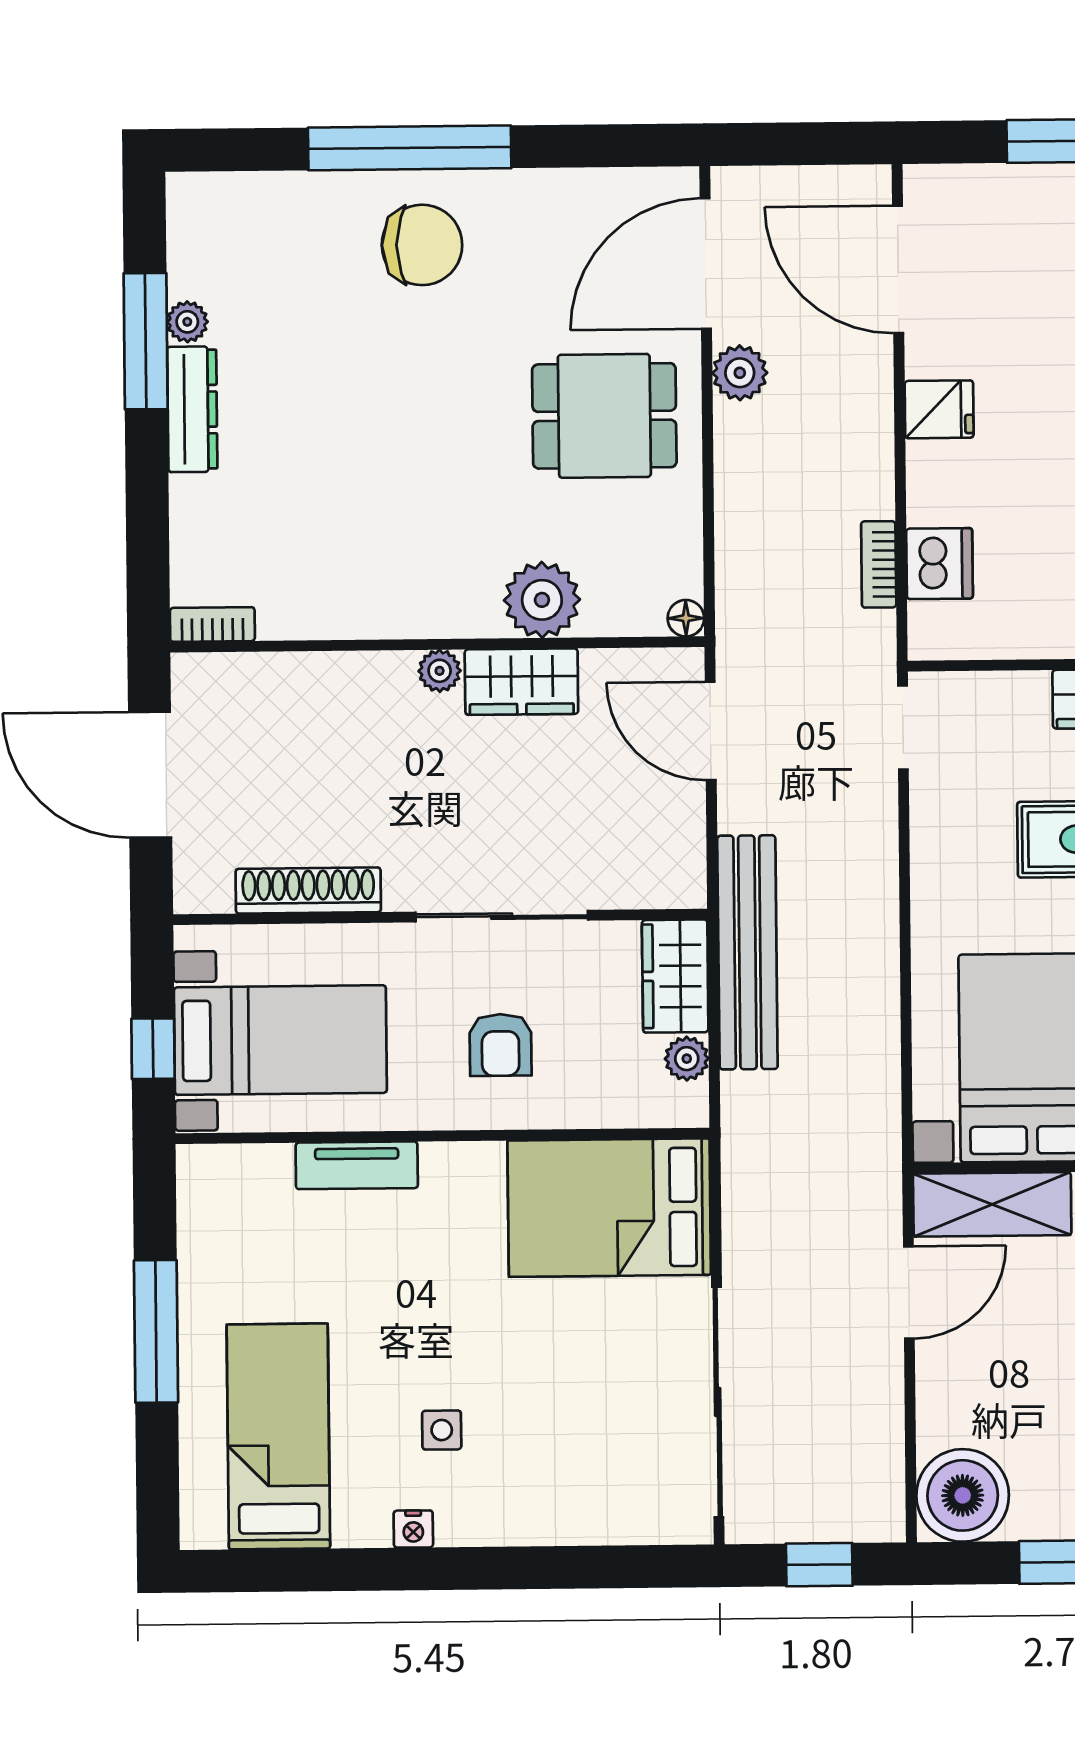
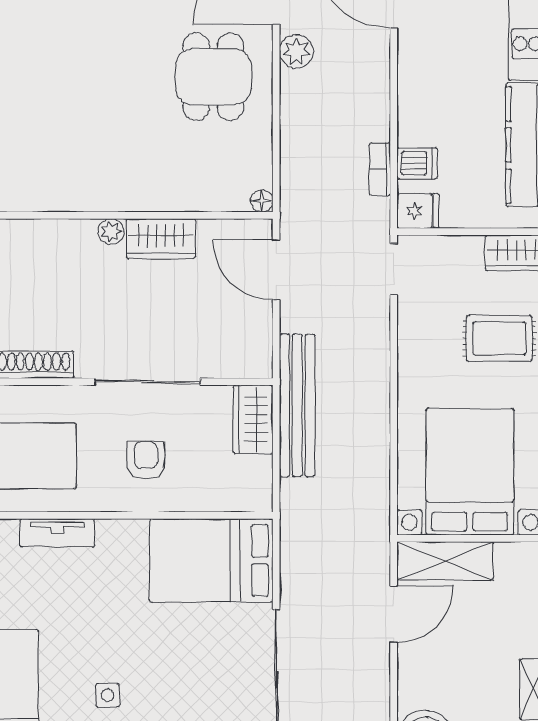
fridge: (939, 409) -> (418, 211), moved
dining table: (604, 416) -> (213, 77), turned 90
dishwasher: (940, 564) -> (417, 163), width x0.73
plant: (542, 600) -> (174, 189), removed
armchair: (501, 1045) -> (146, 460), turned 180
plant: (687, 1059) -> (260, 470), removed

